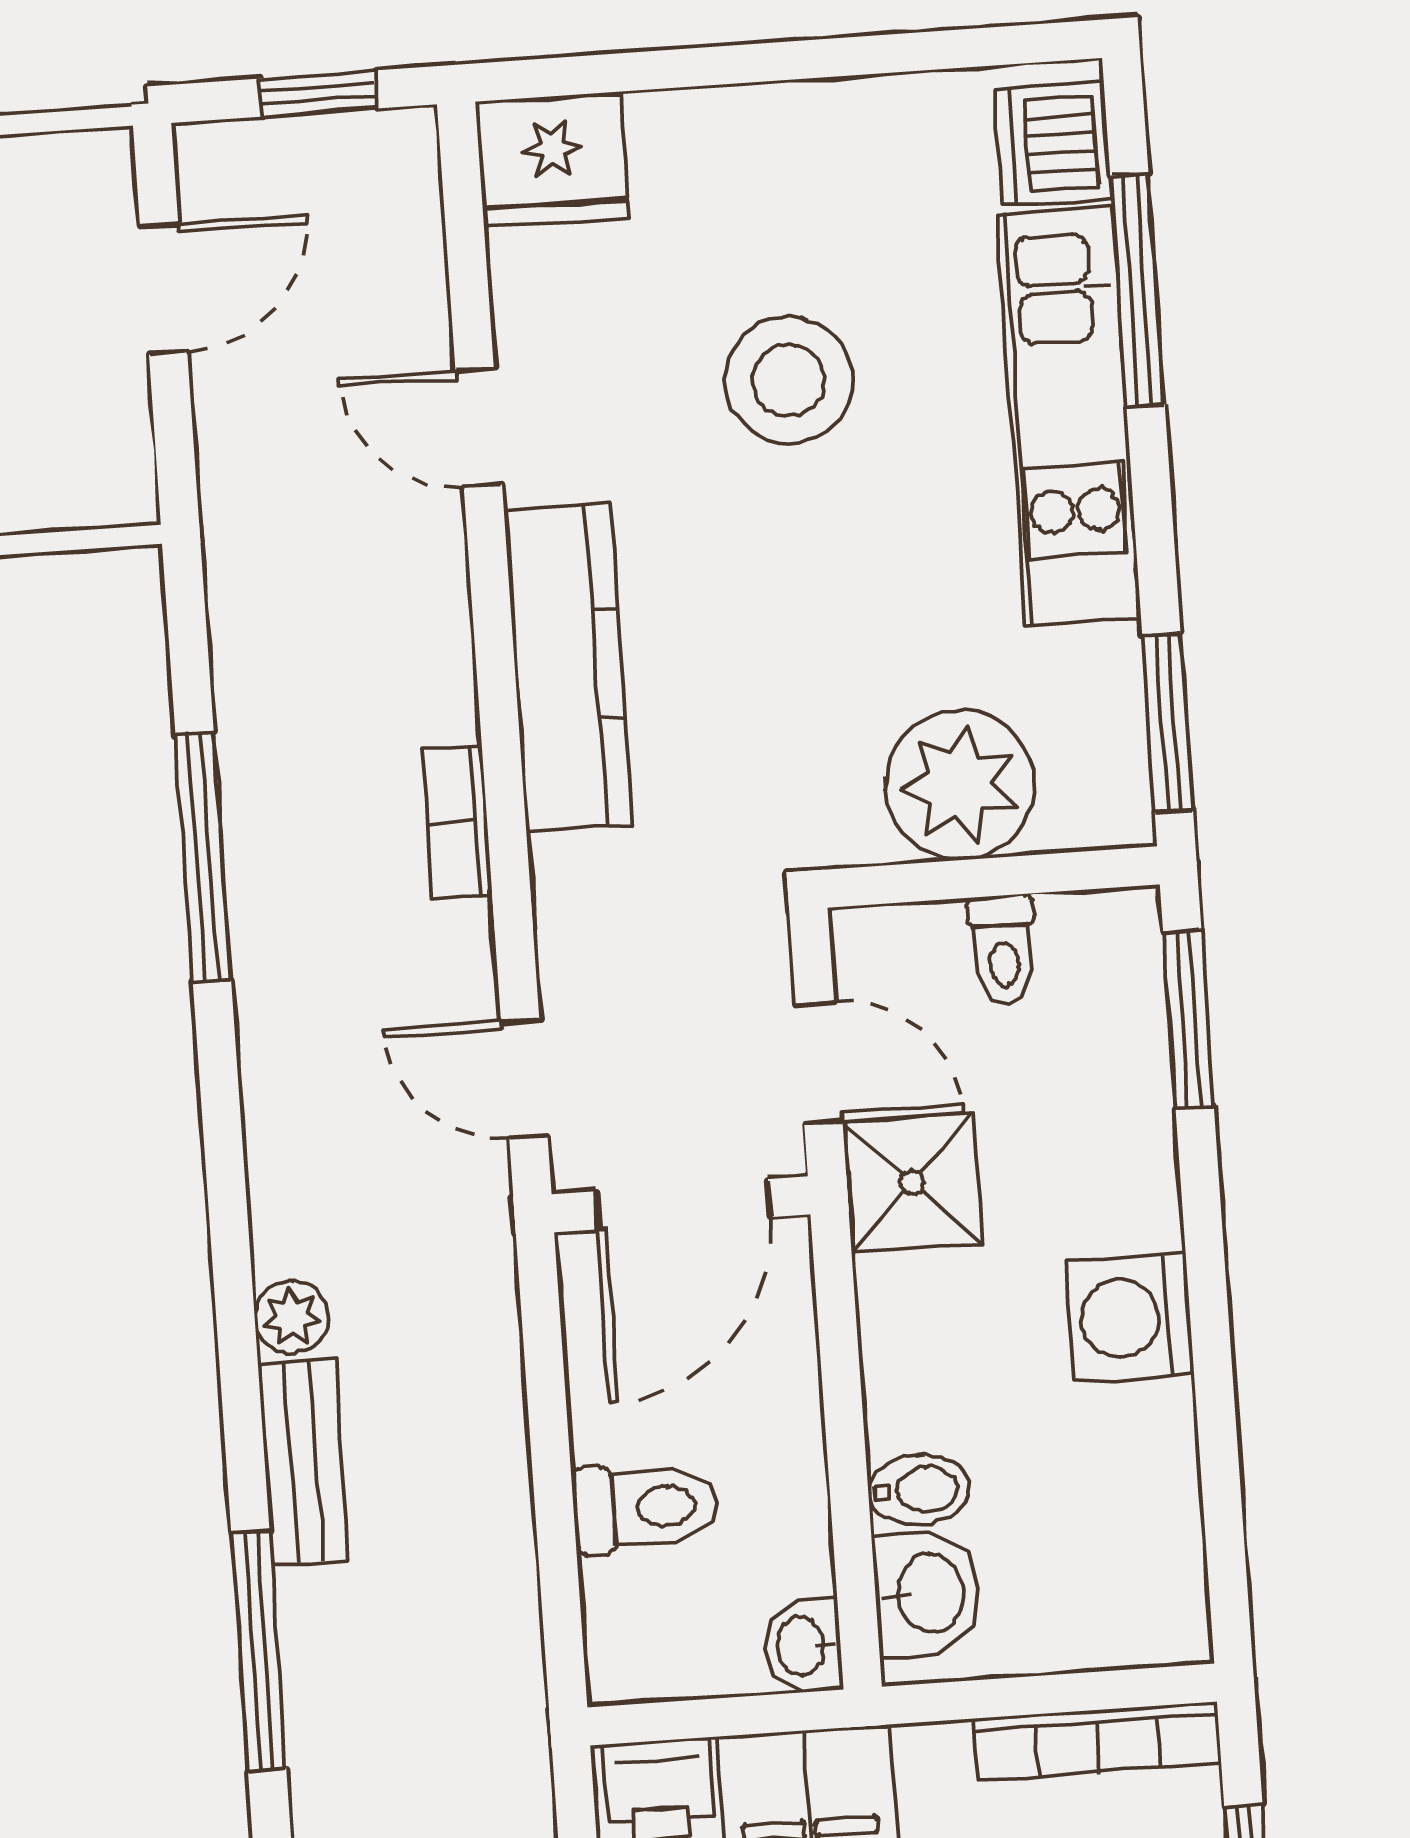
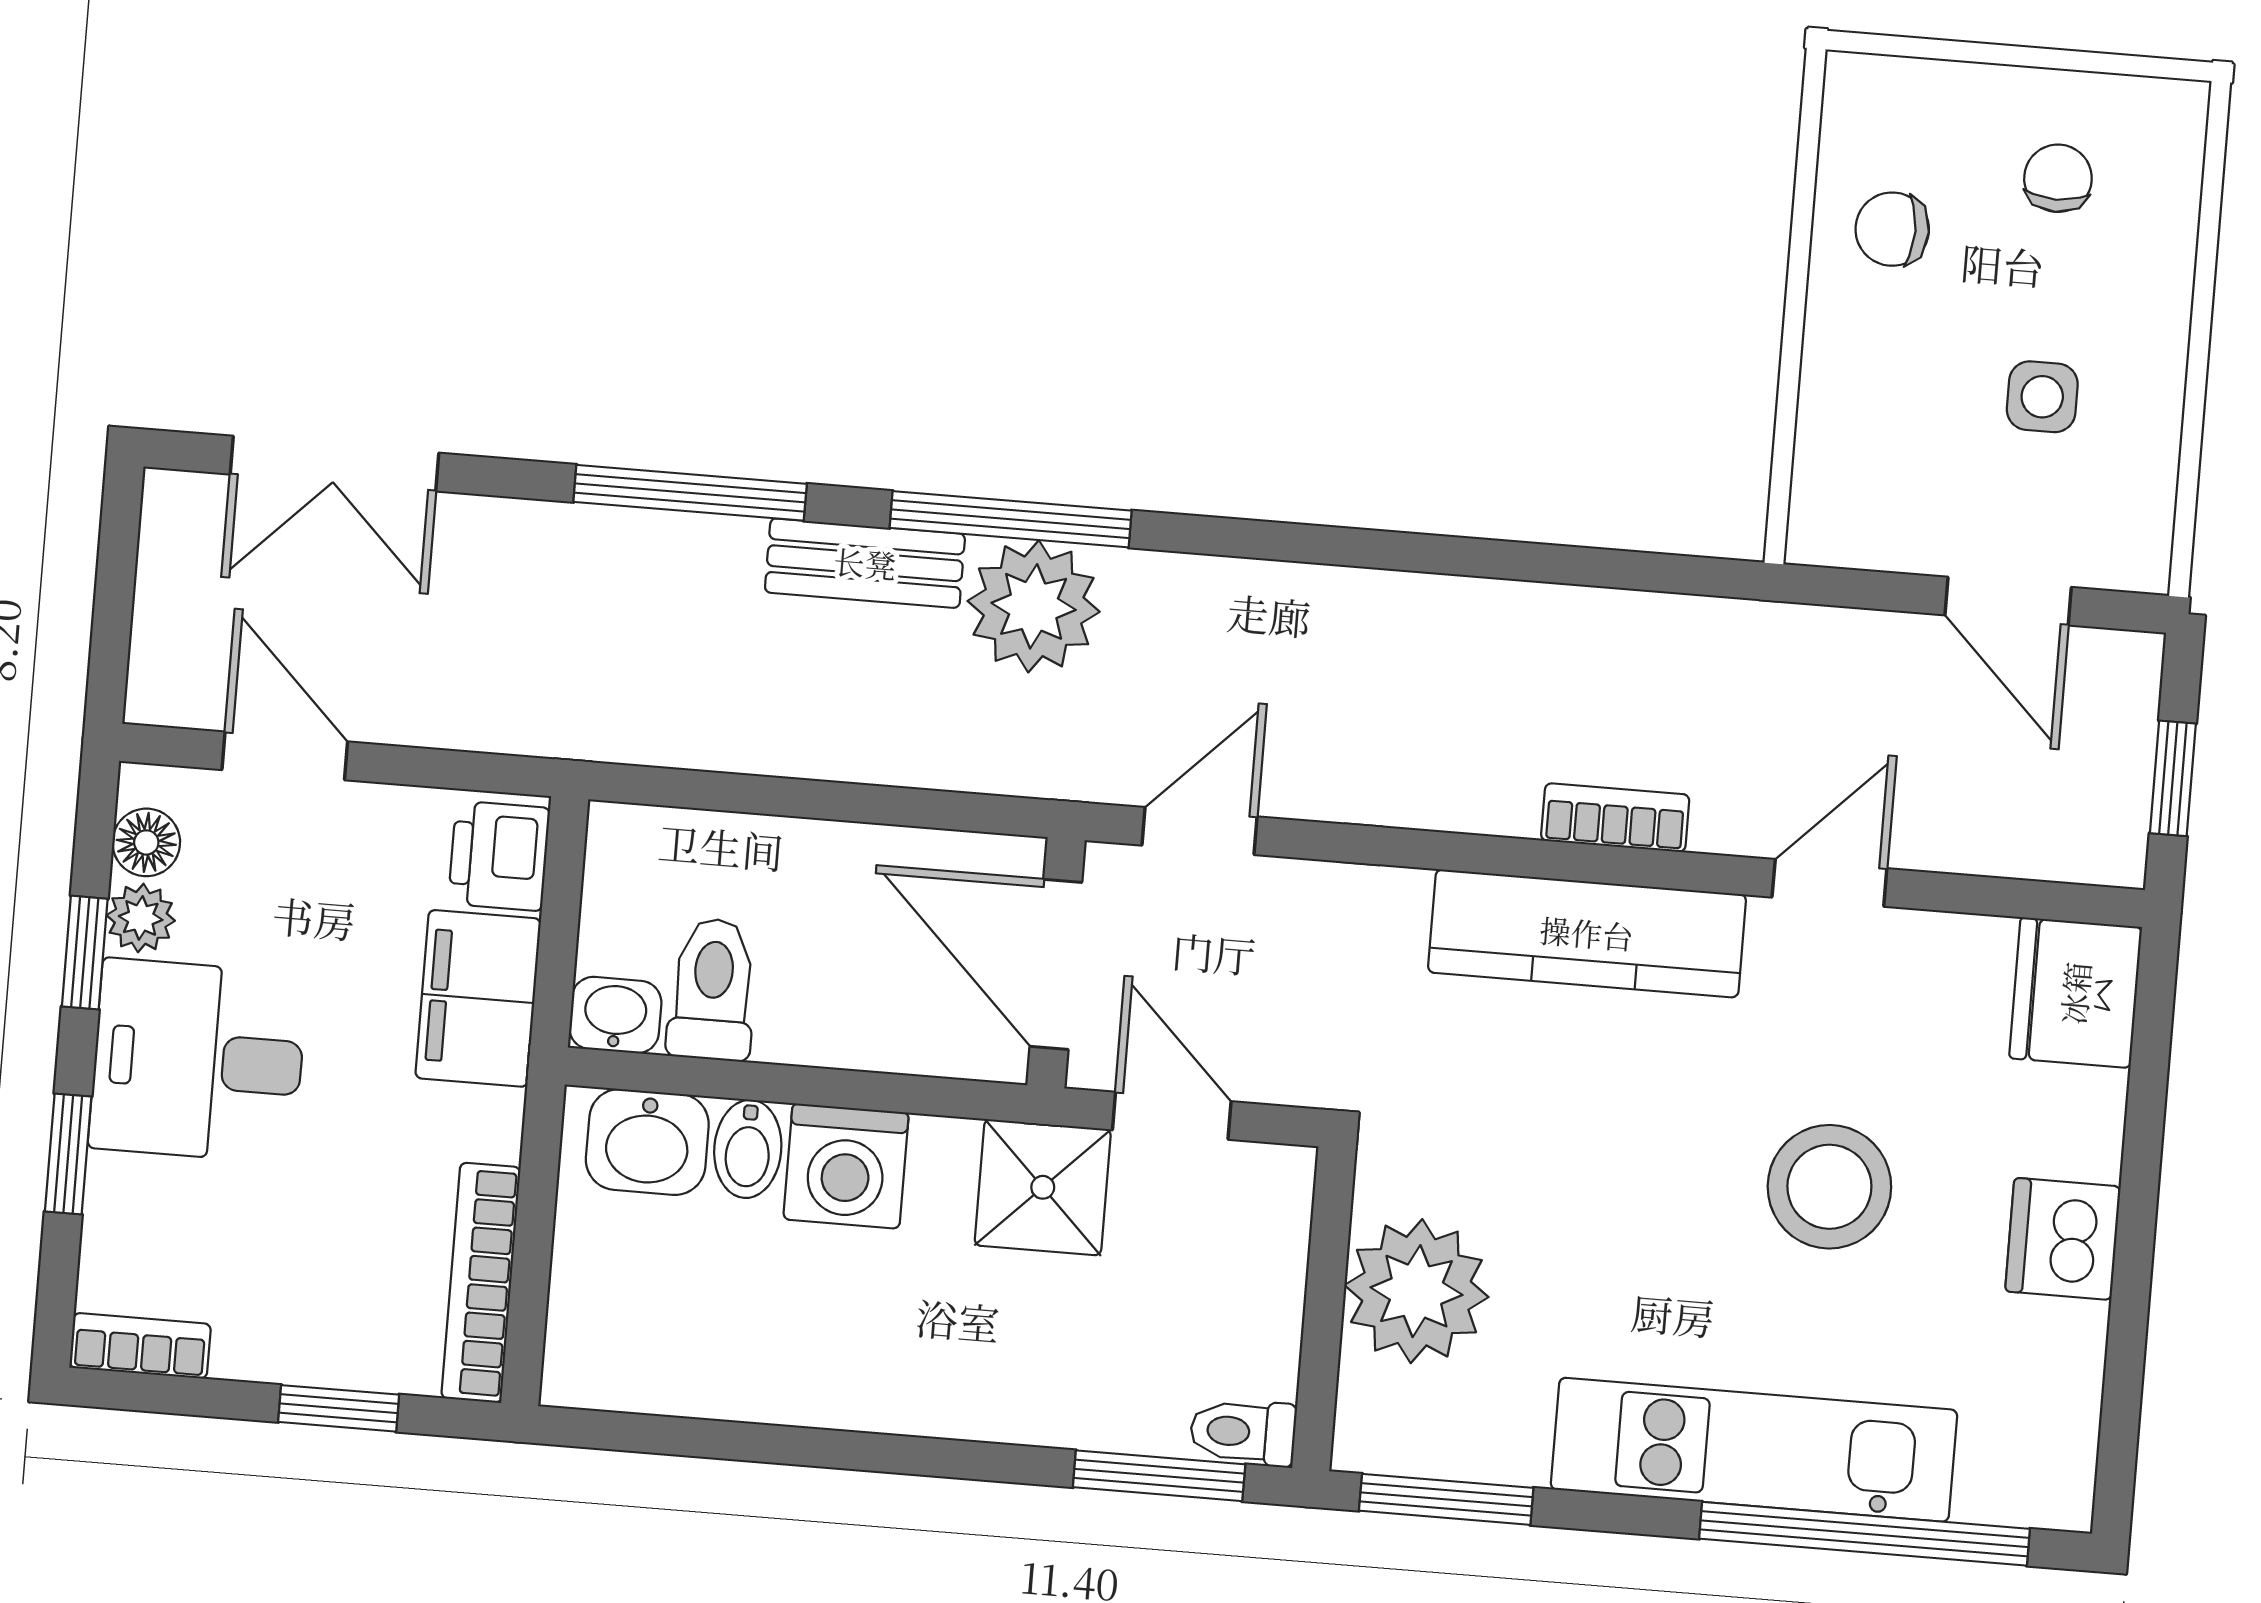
dishwasher: (1053, 144) -> (2063, 1239), moved, turned -90
window: (1137, 290) -> (1864, 1534), width x1.46
bookcase: (457, 822) -> (1615, 818), moved
window: (203, 857) -> (1011, 519), moved
toilet: (1003, 949) -> (1243, 1432), moved
door: (819, 1062) -> (1172, 1116), swing flipped
plant: (291, 1317) -> (1034, 606), width x1.88, depth x1.88
washing machine: (1130, 1318) -> (846, 1166), moved, turned 180
toilet: (646, 1507) -> (713, 989), moved, turned 180

